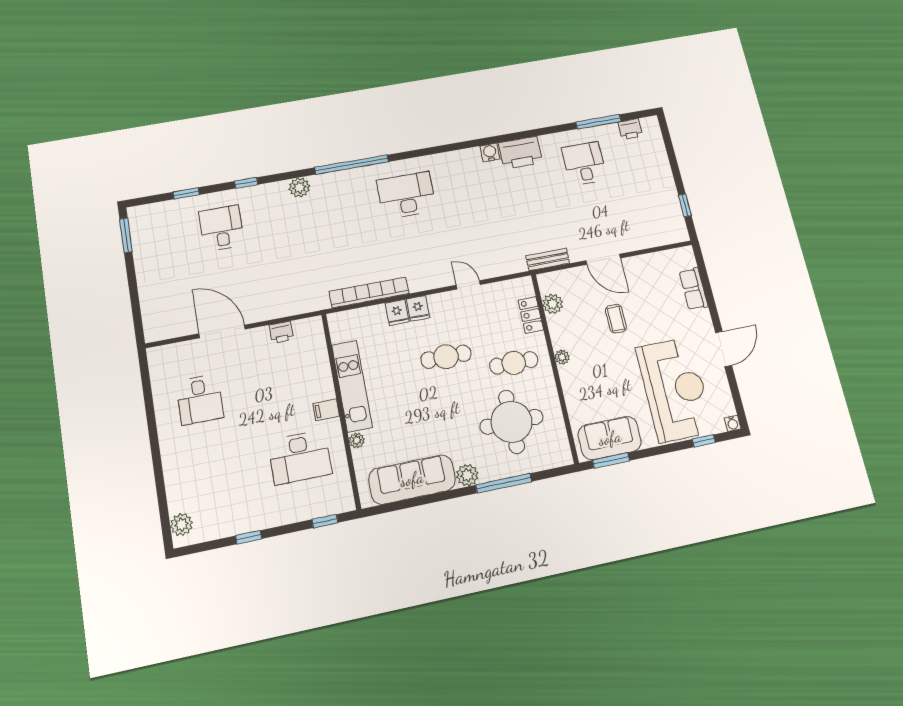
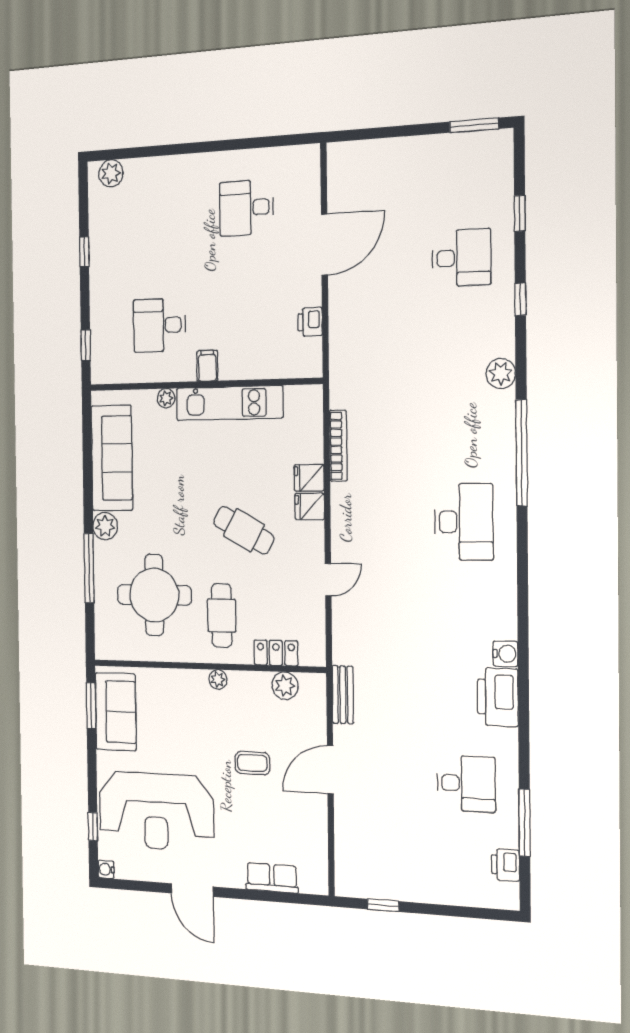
bookcase: (369, 292) -> (338, 446), width x0.68, depth x0.76
cafe table: (446, 357) -> (244, 530), turned -61
desk: (300, 457) -> (159, 325), width x0.73

